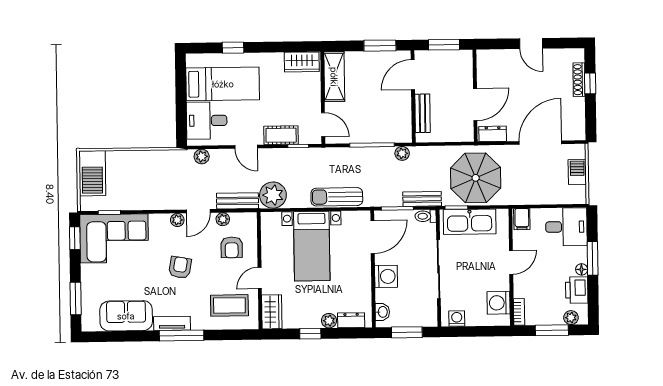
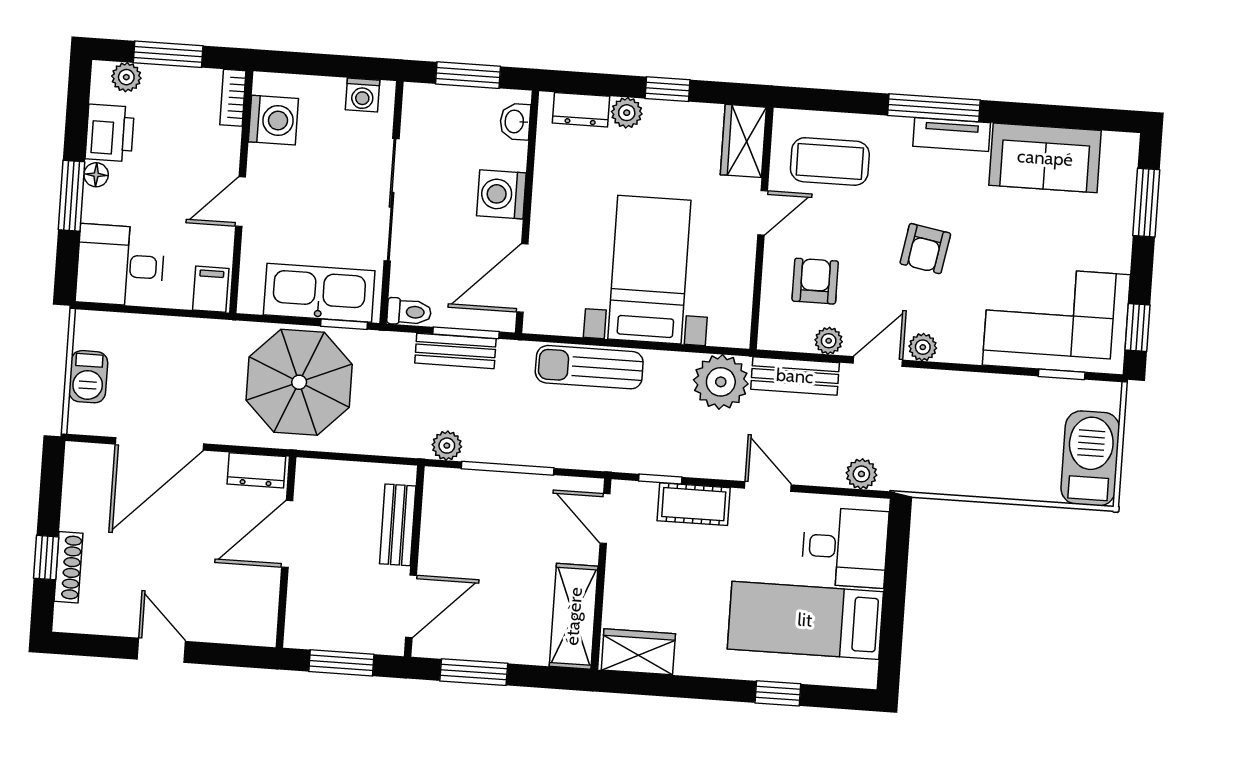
sun lounger: (337, 197) -> (589, 367), turned 180
bench: (422, 199) -> (455, 351), moved

